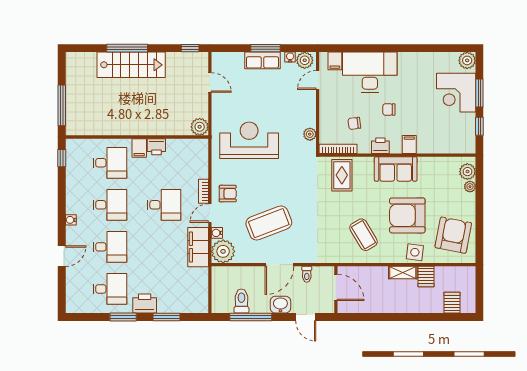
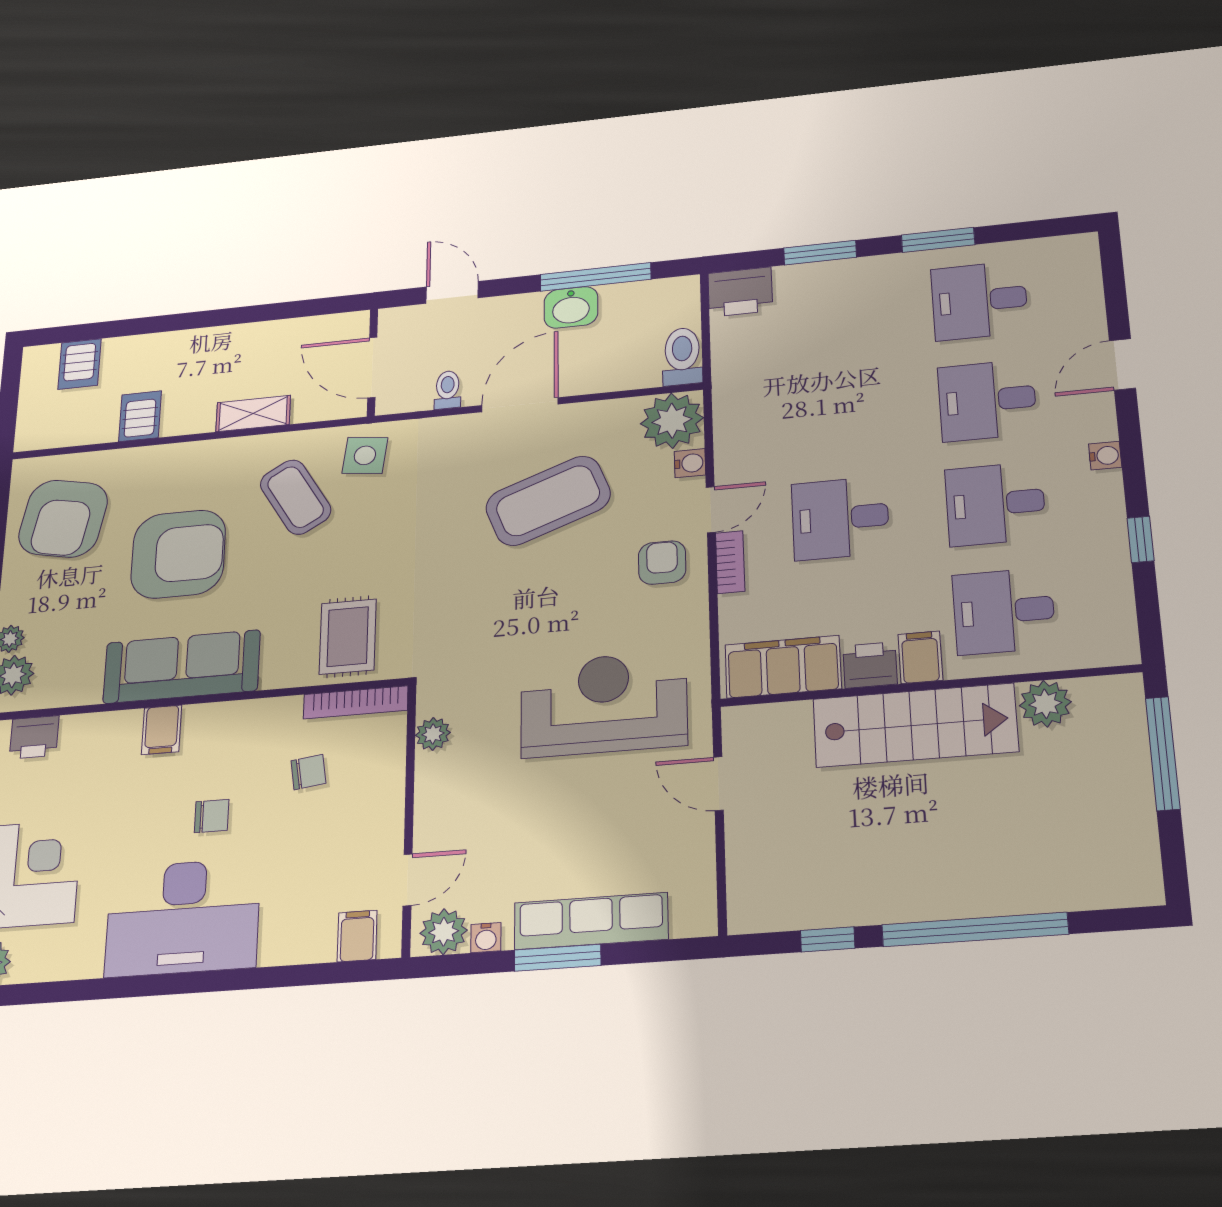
window: (127, 48) -> (975, 929), width x1.46
window: (190, 48) -> (828, 939), moved
row of seats: (263, 60) -> (591, 921), width x1.48
stairs: (131, 65) -> (915, 725), moved, turned 180
desk: (370, 72) -> (183, 917), moved
door: (210, 82) -> (718, 784), moved
plant: (200, 127) -> (1045, 704), moved
reception desk: (249, 140) -> (604, 704), turned 180
printer: (380, 146) -> (34, 737), moved
window: (62, 158) -> (1141, 539), moved
sofa: (396, 169) -> (182, 667), width x1.36
armchair: (228, 194) -> (662, 563), turned 90
filing cabinet: (198, 247) -> (783, 667), moved, turned -90
side table: (415, 252) -> (365, 455), moved
shelving: (403, 272) -> (253, 414), moved
toilet: (241, 301) -> (682, 356), moved, turned 180
printer: (145, 304) -> (740, 292), moved
washbasin: (280, 305) -> (571, 307), moved

